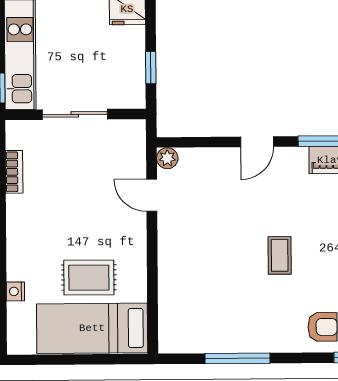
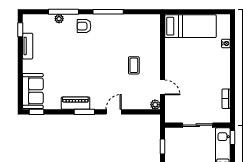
coffee table: (280, 255) -> (134, 65), moved
rug: (89, 278) -> (192, 50), removed
window: (238, 358) -> (108, 12), moved

